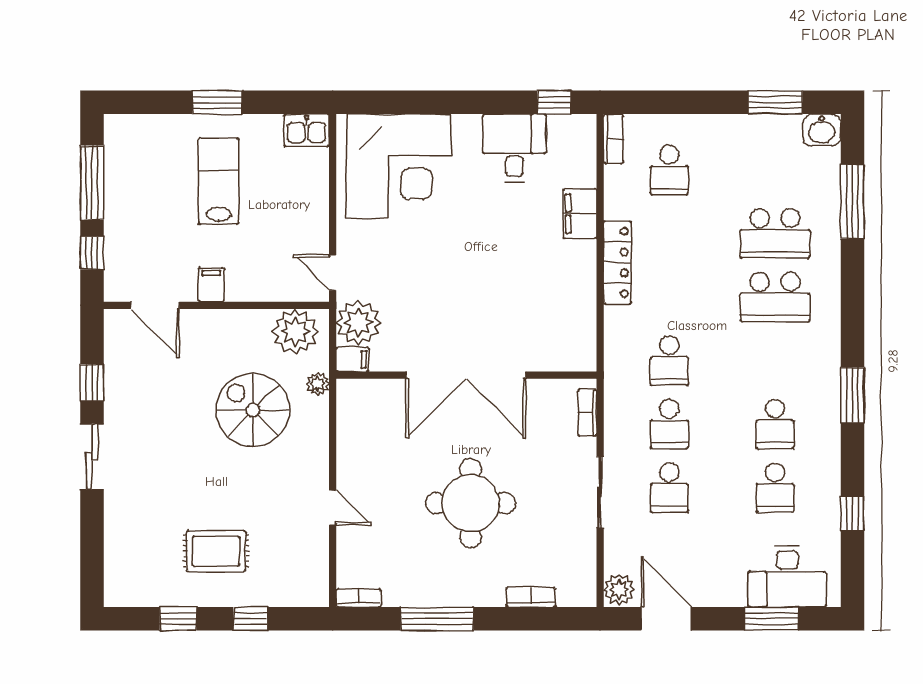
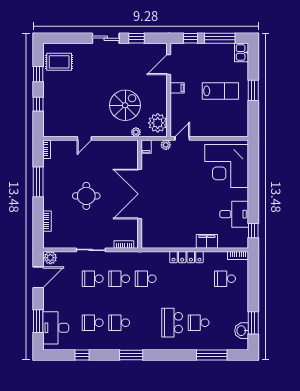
kitchen sink: (307, 130) -> (241, 52), moved
washbasin: (822, 130) -> (242, 331), moved
school desk: (775, 233) -> (199, 323), width x0.54
plant: (358, 323) -> (166, 145), width x0.53, depth x0.53
round table: (471, 503) -> (86, 196), width x0.73, depth x0.73
rug: (216, 551) -> (59, 62), moved, turned 90

